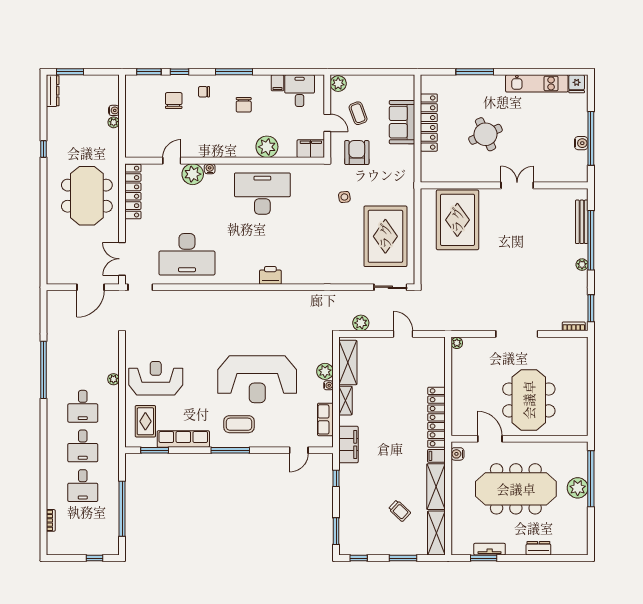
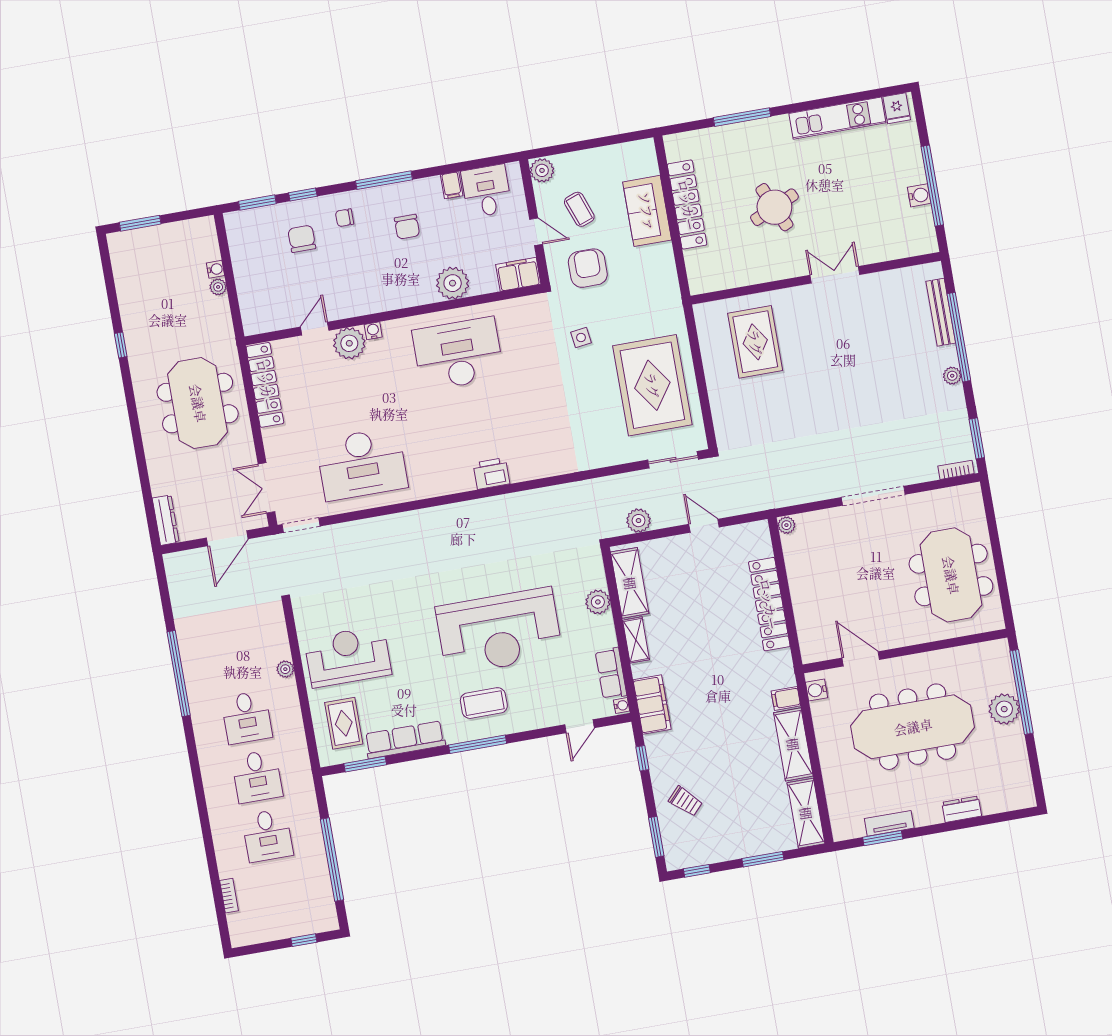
dresser: (53, 91) -> (166, 520), moved
rug: (457, 220) -> (755, 342), width x0.73, depth x0.69
water cooler: (328, 385) -> (621, 705), moved
meeting table: (529, 400) -> (951, 575), moved
locker: (437, 417) -> (769, 604), moved
trolley: (400, 511) -> (686, 801), moved

